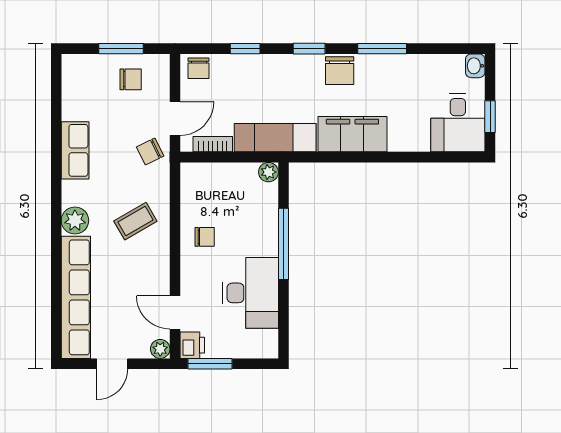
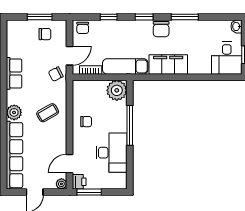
plant: (268, 172) -> (117, 90), width x1.88, depth x1.88
door: (175, 312) -> (70, 164), hinge flipped

